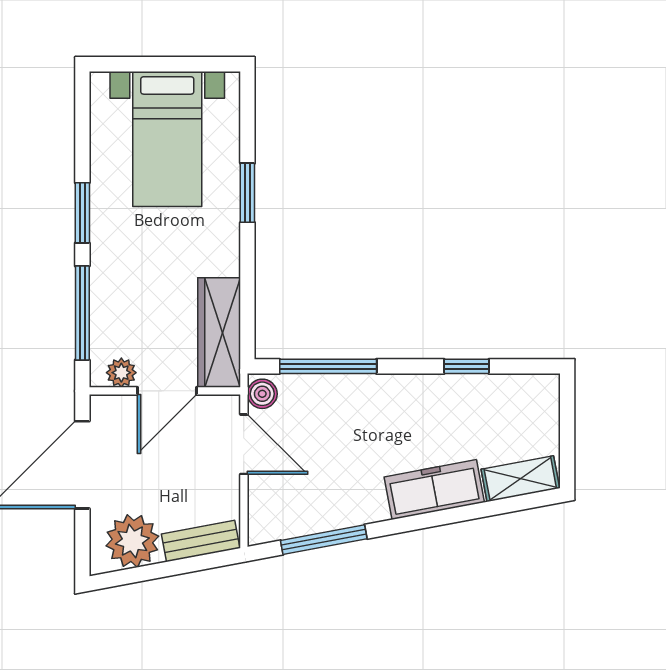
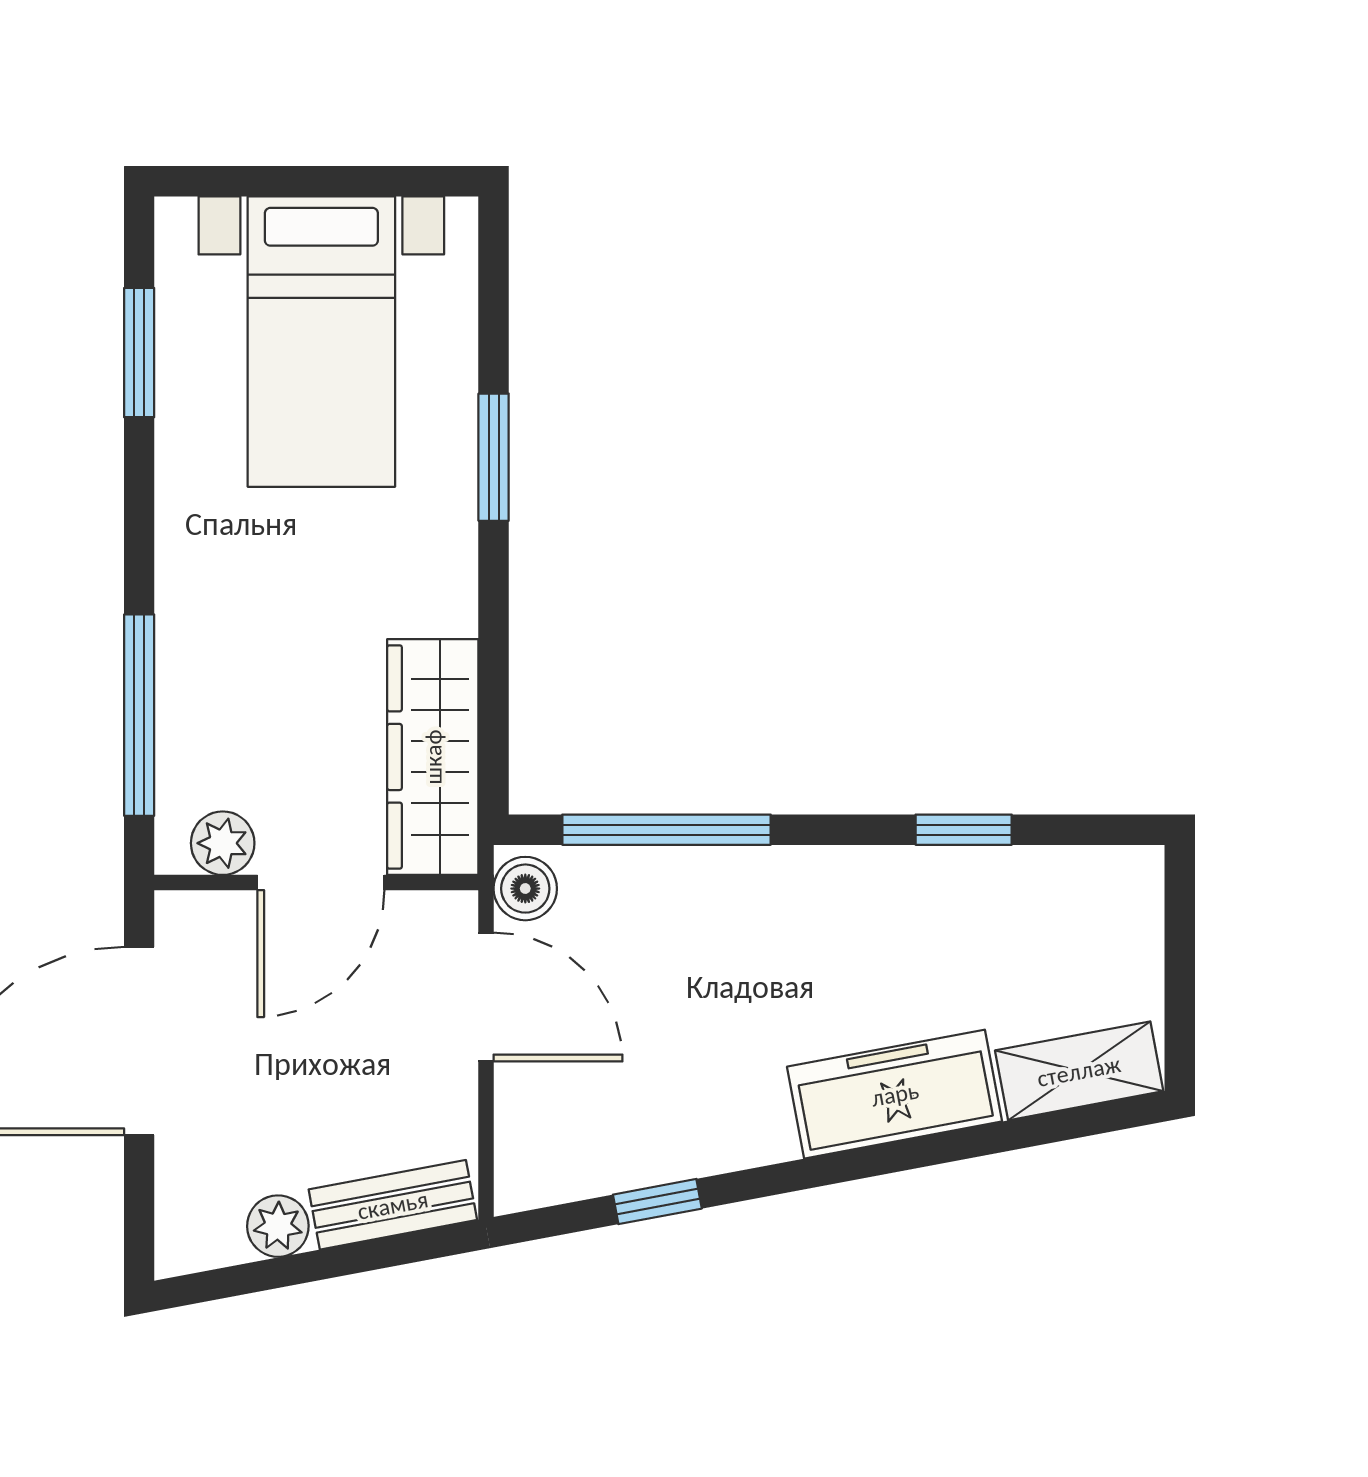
window: (82, 213) -> (139, 353), moved
window: (324, 540) -> (657, 1202), width x0.46
plant: (132, 541) -> (278, 1226), width x0.53, depth x0.53

